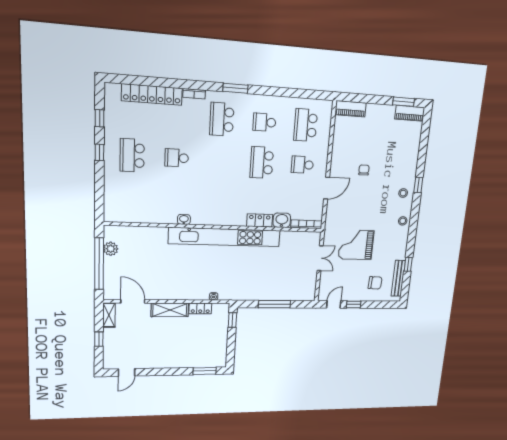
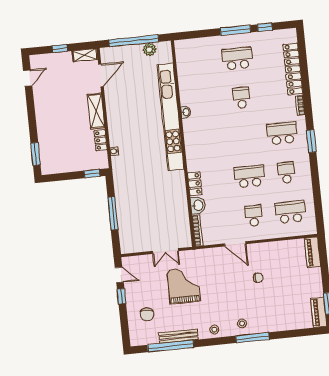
window: (99, 152) -> (236, 30), width x2.17
window: (418, 185) -> (252, 338), width x2.17
kitchen unit: (225, 237) -> (171, 117), moved
window: (408, 264) -> (171, 346), width x3.17
bench: (398, 278) -> (178, 336), moved
door: (127, 372) -> (28, 78), swing flipped

